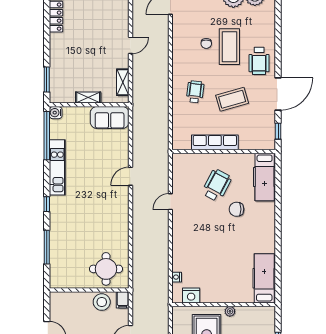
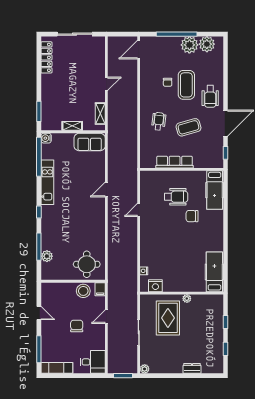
wheelchair: (217, 185) -> (176, 197), turned 62
plant: (57, 259) -> (47, 256), added

